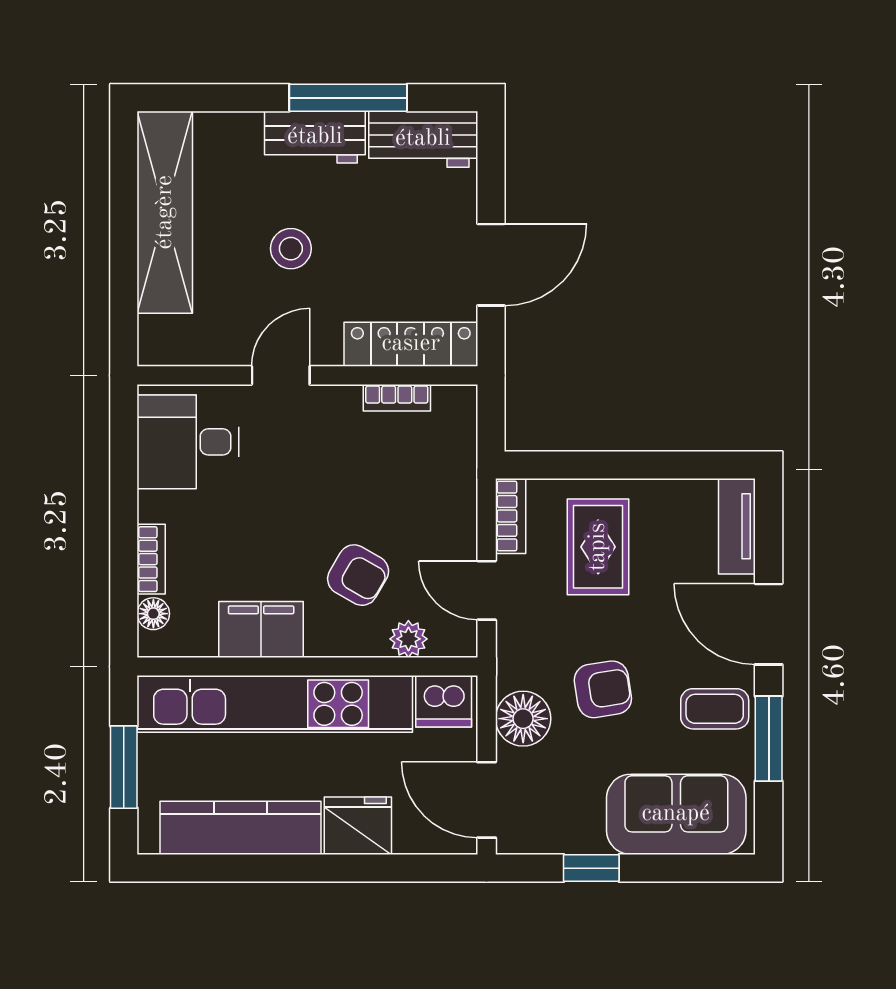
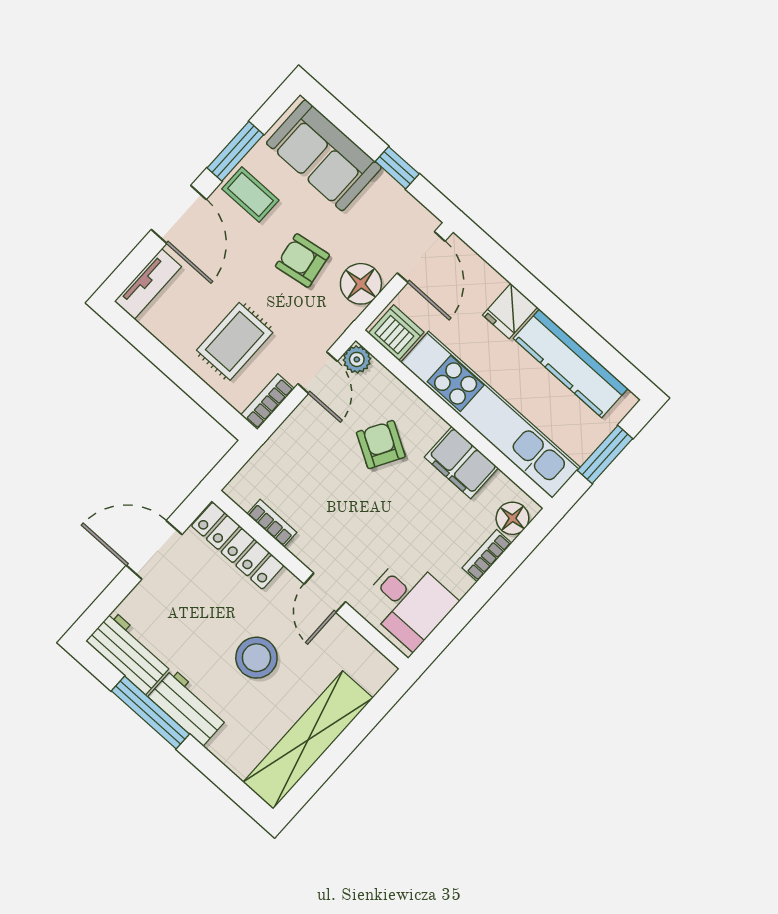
stool: (291, 249) -> (256, 658), width x1.38, depth x1.38
door: (281, 375) -> (325, 593), hinge flipped
floor lamp: (153, 614) -> (512, 518), width x1.37, depth x1.37
plant: (408, 639) -> (357, 359), moved
fridge: (358, 826) -> (510, 311), width x0.72

